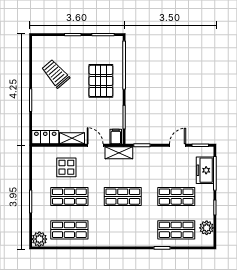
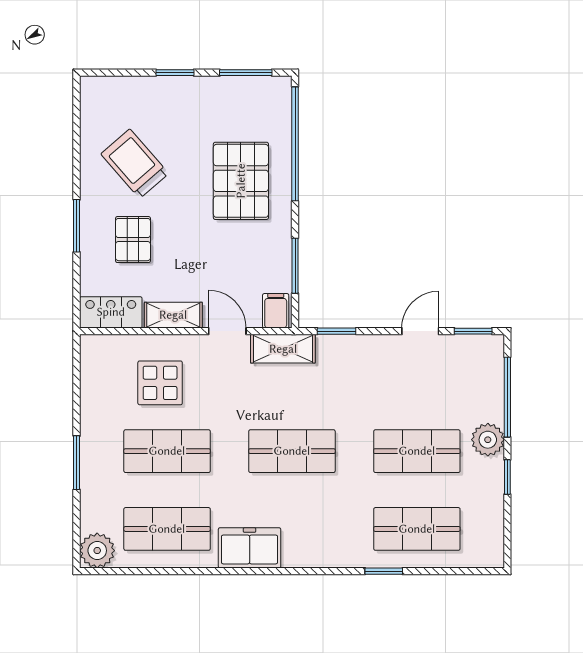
pallet: (55, 106) -> (133, 240), added
freezer: (205, 170) -> (250, 548), moved, turned 90
plant: (207, 228) -> (488, 440), moved

